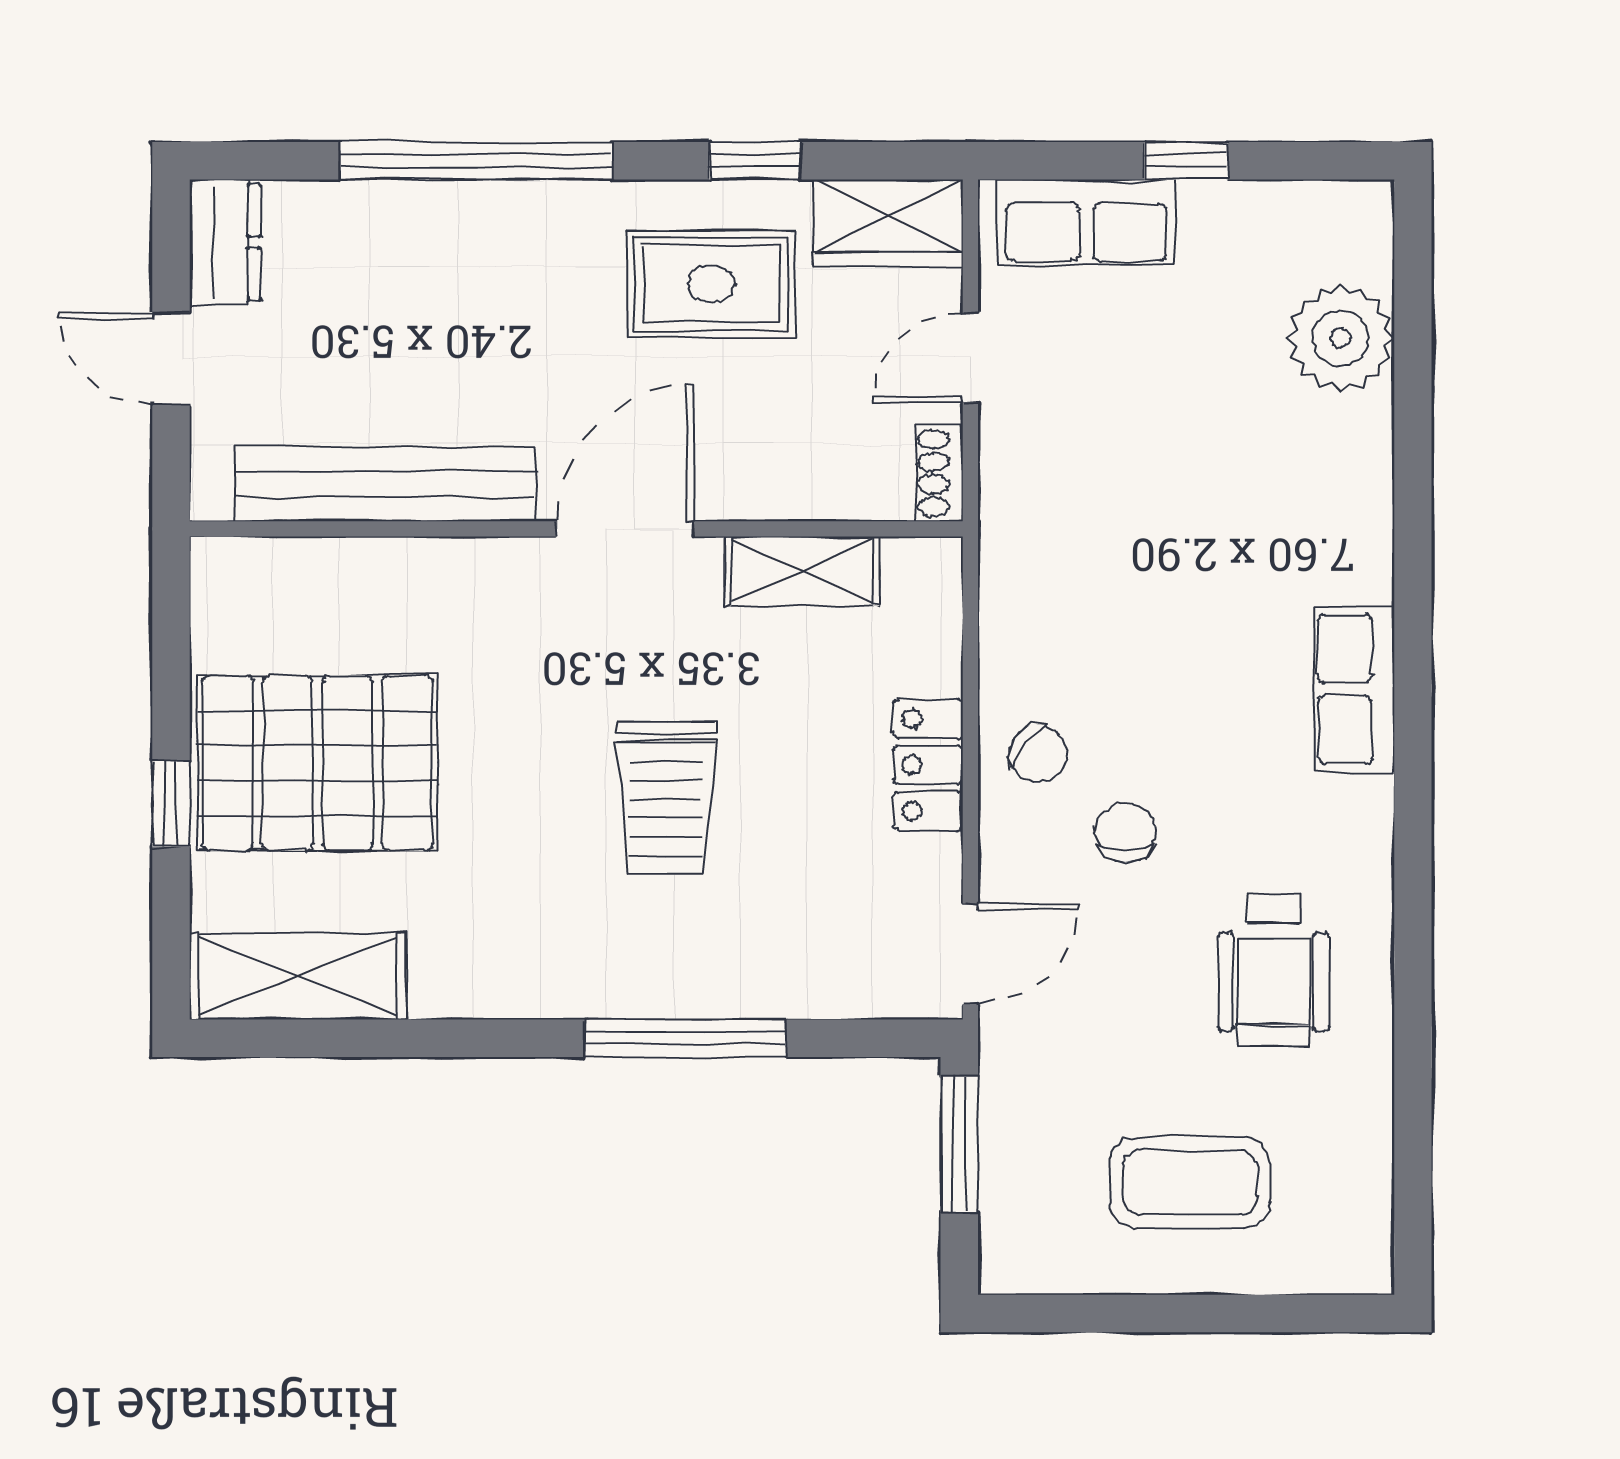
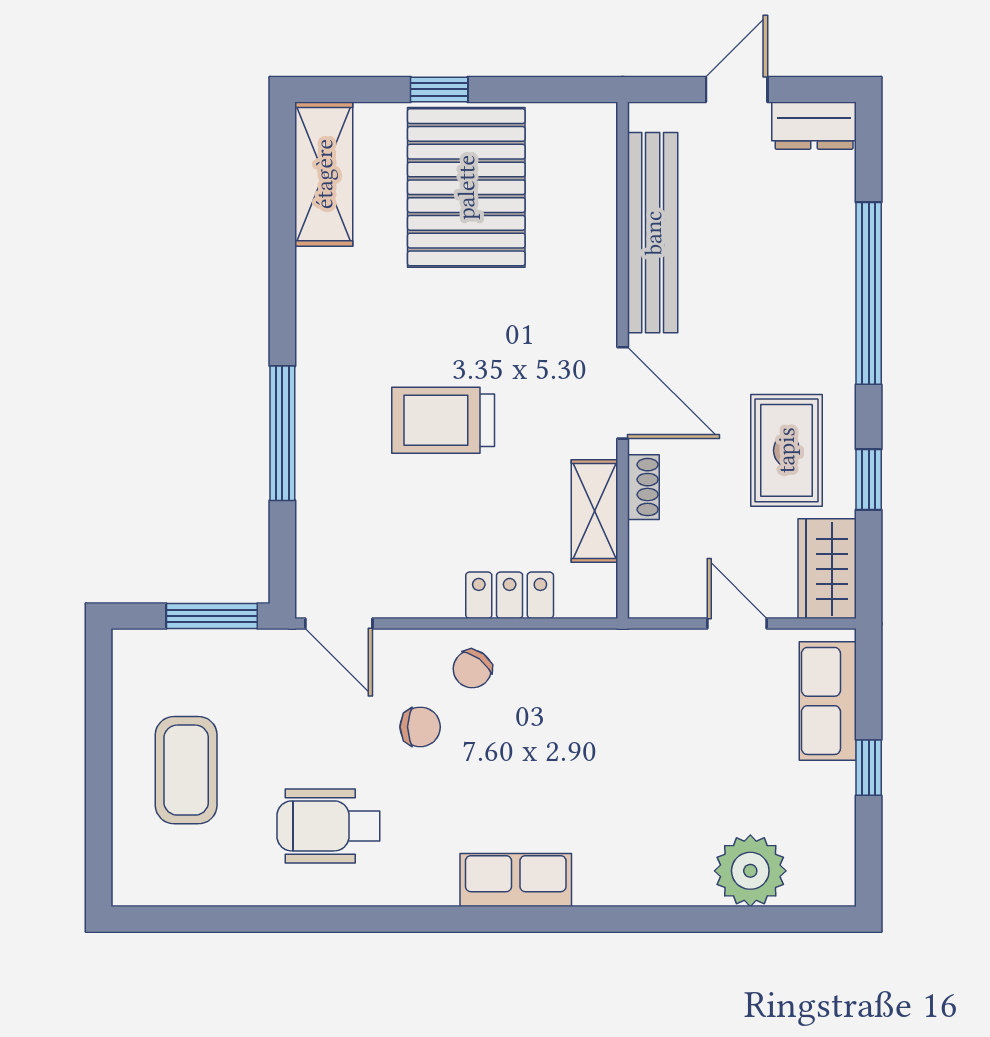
shoe rack: (939, 473) -> (643, 487), moved, turned 90
locker: (928, 765) -> (510, 595), moved

